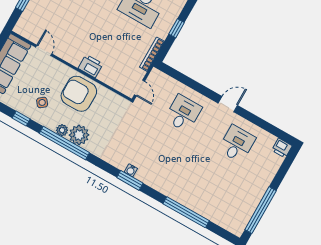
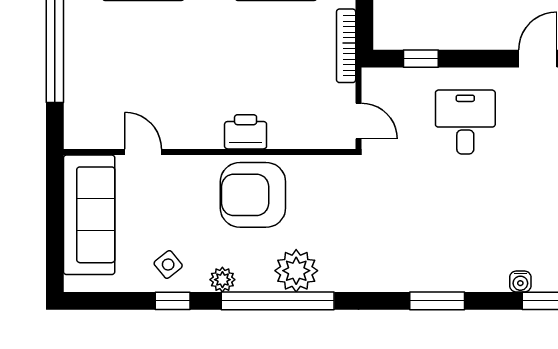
window: (180, 77) -> (421, 59), added
side table: (42, 102) -> (168, 264), moved
plant: (62, 130) -> (222, 280), moved
water cooler: (131, 170) -> (520, 281), moved

